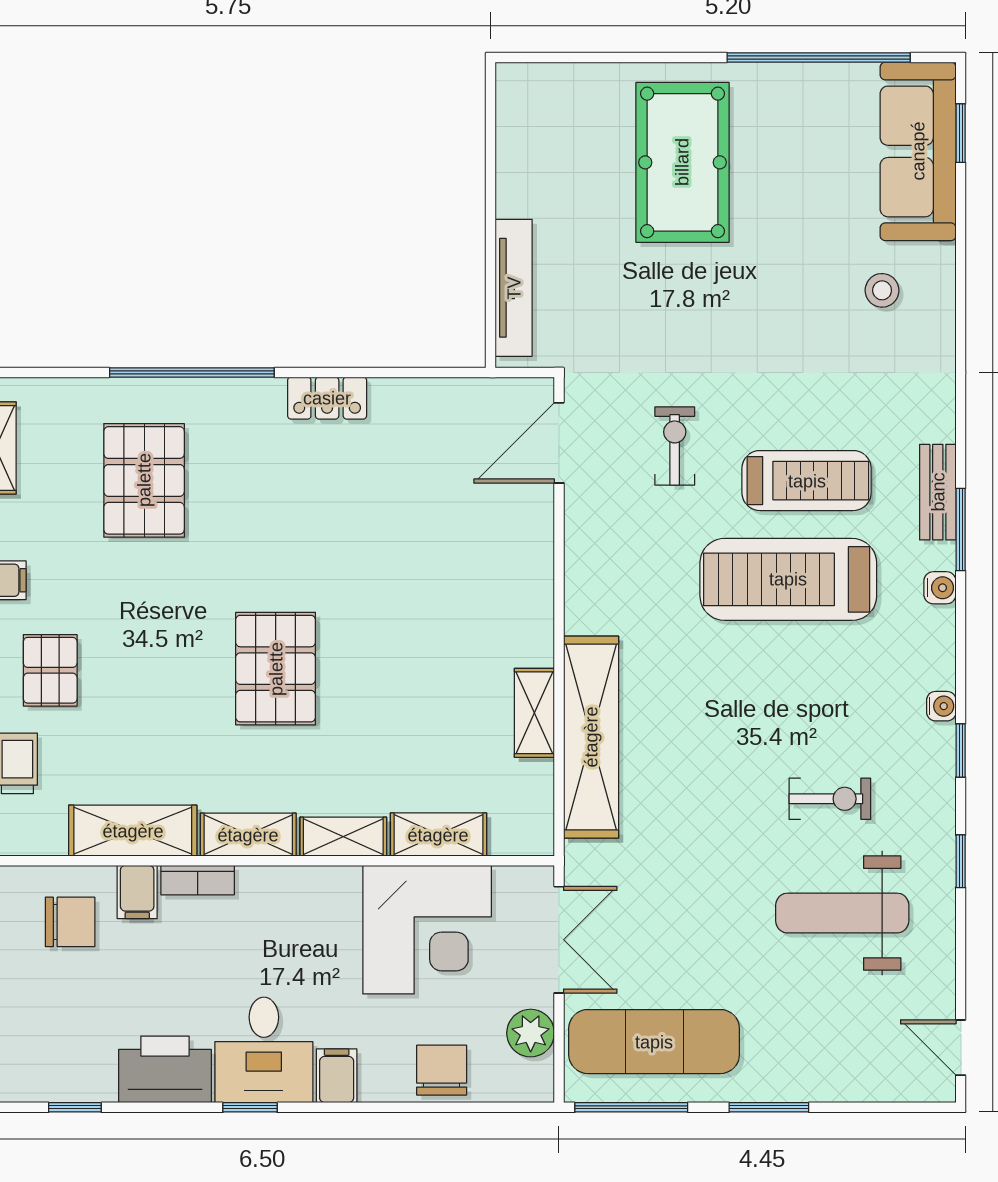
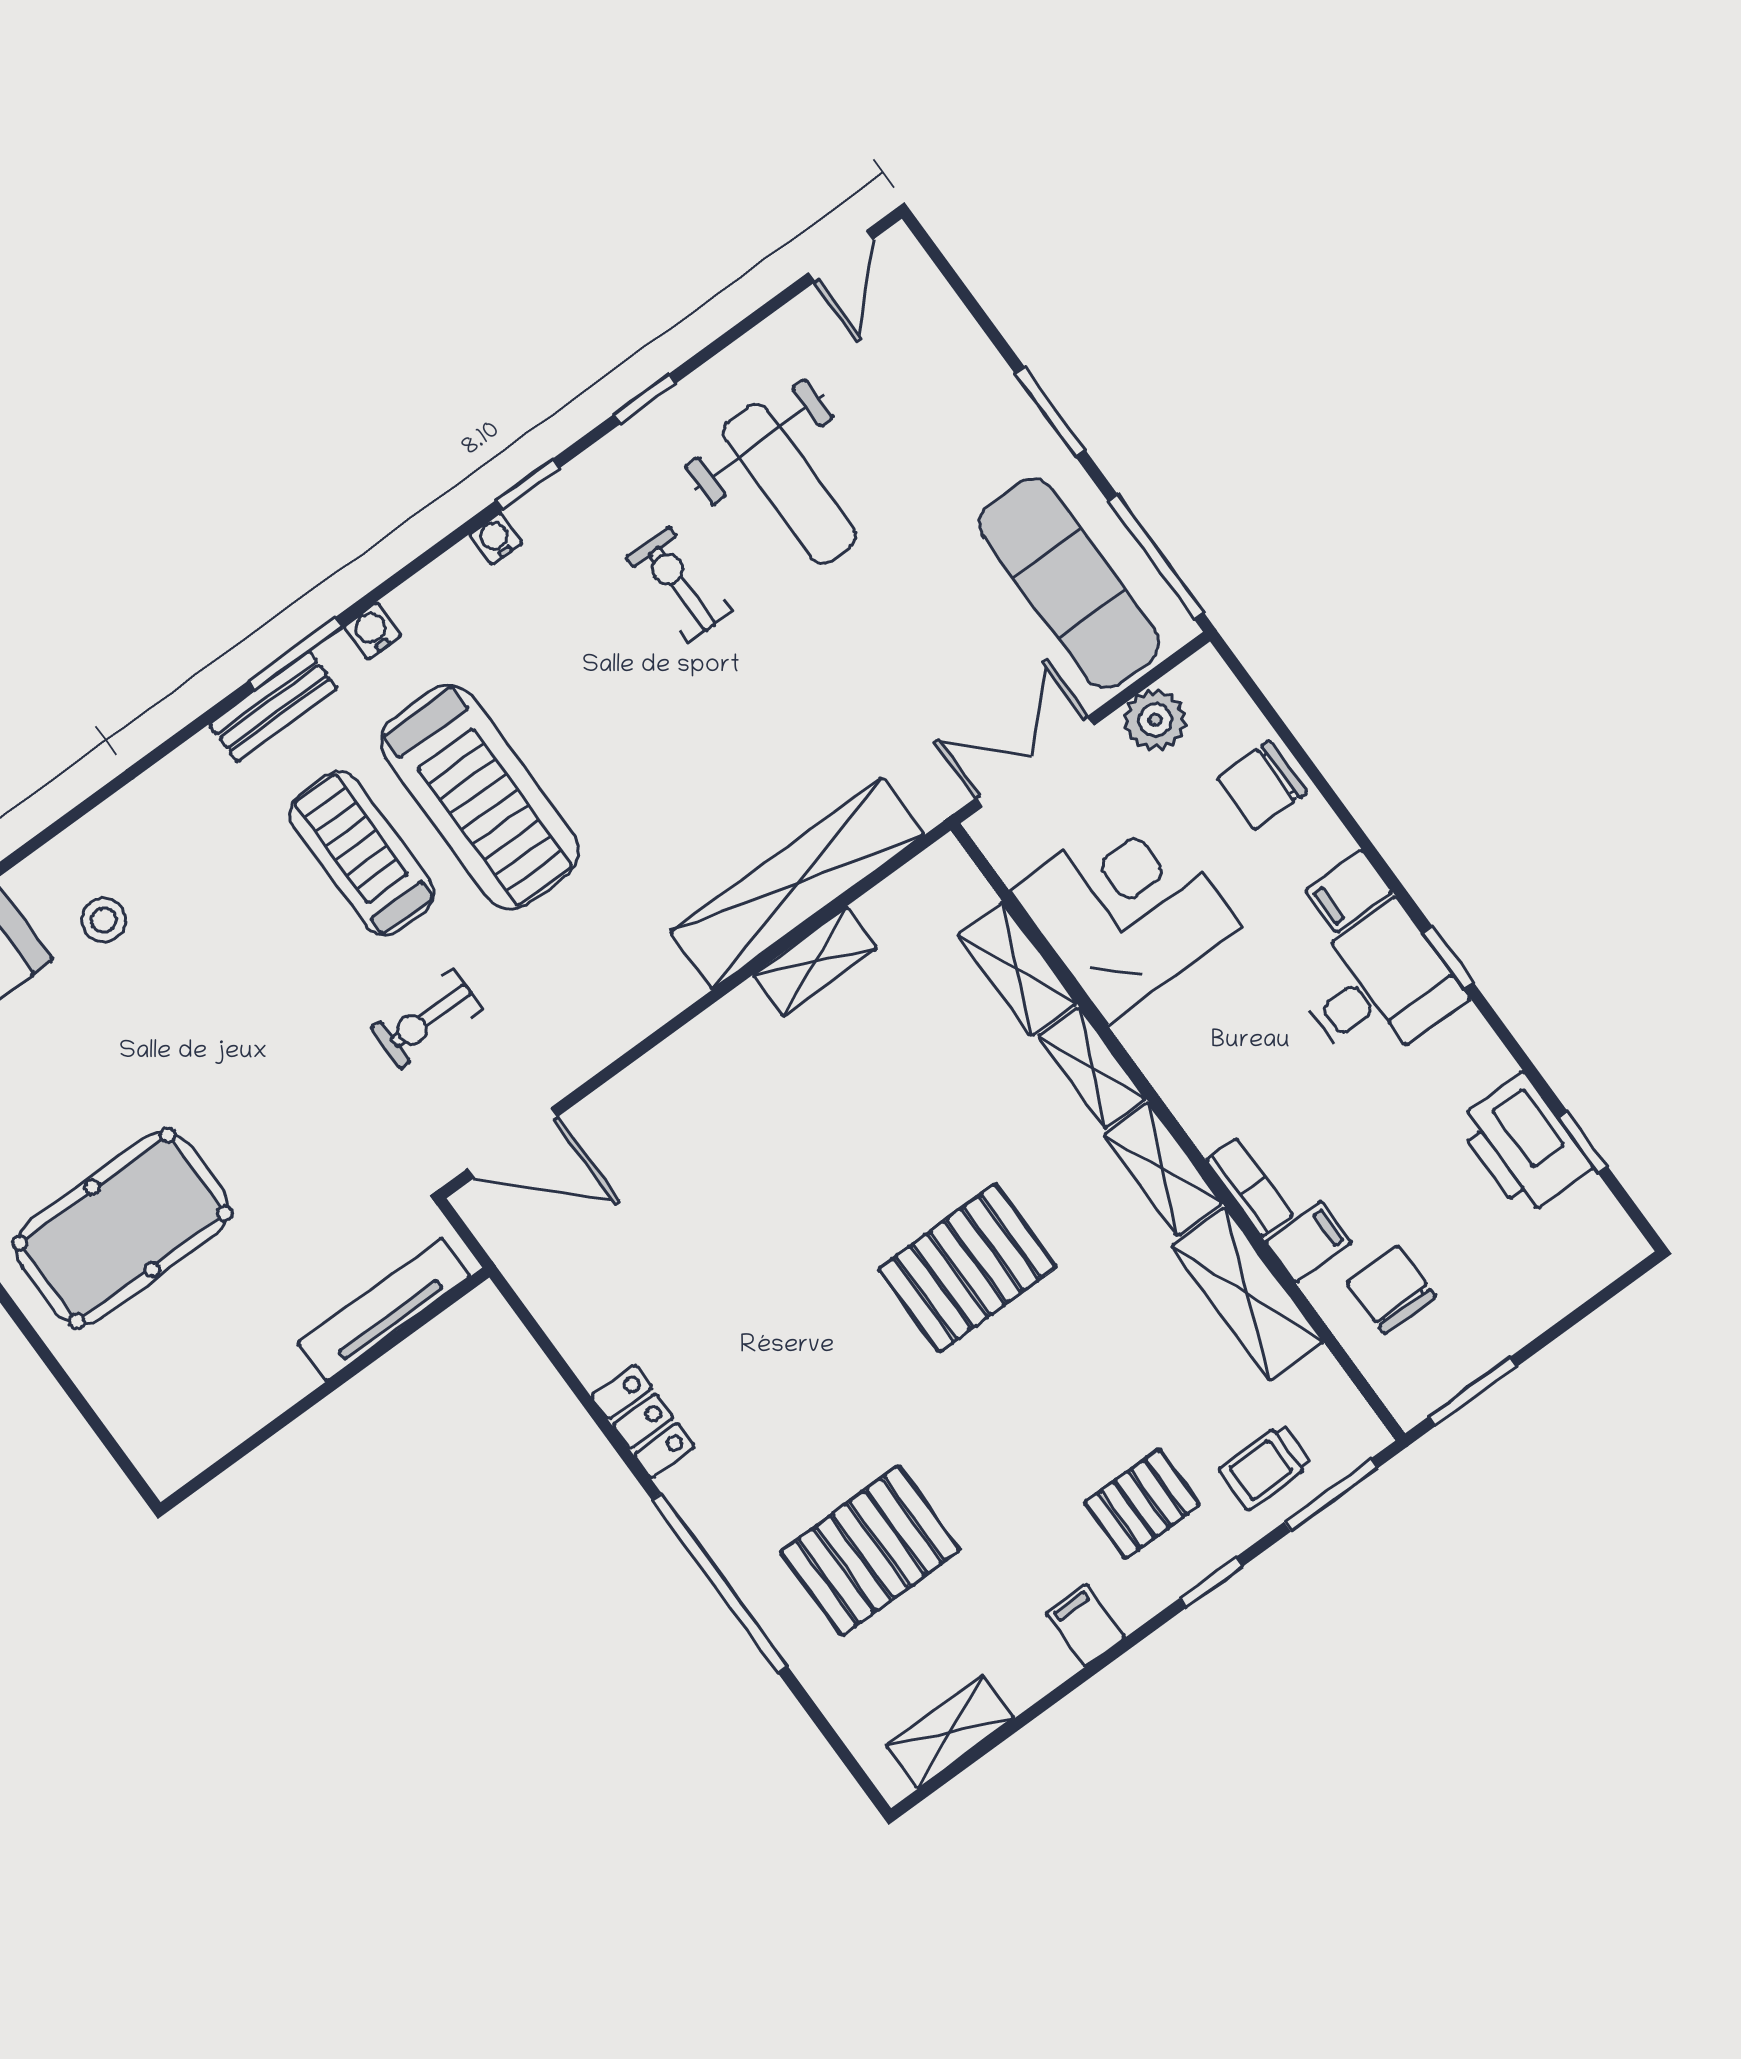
printer: (165, 1069) -> (1524, 1145), moved

